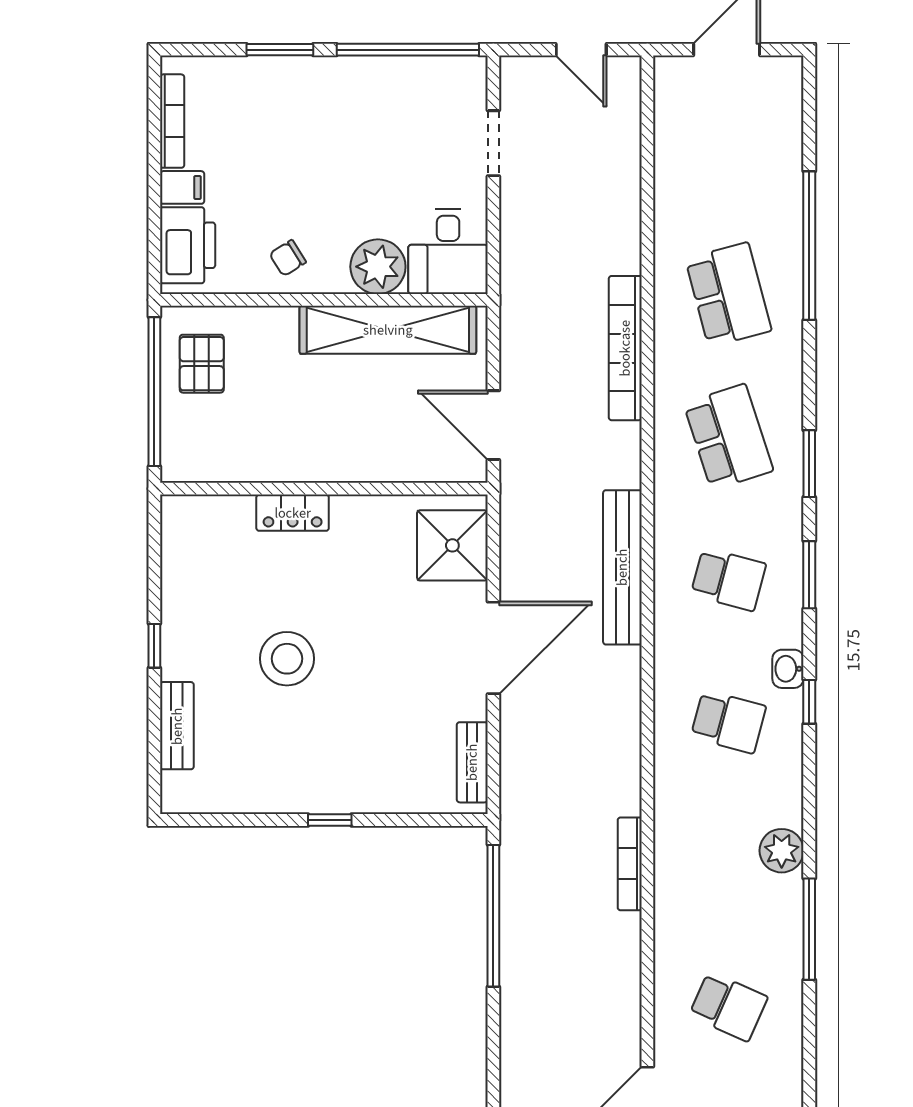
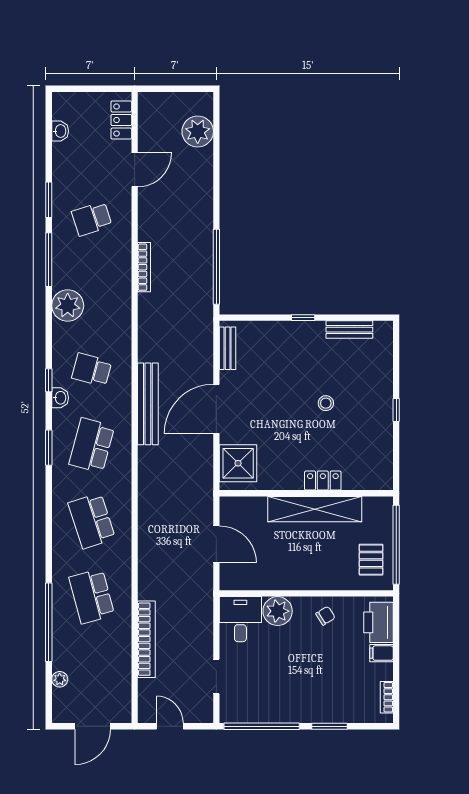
bookcase: (172, 121) -> (387, 697), width x0.64
plant: (789, 138) -> (60, 679), added
shelving: (388, 330) -> (315, 509), moved
bookcase: (625, 348) -> (146, 639), moved
door: (493, 425) -> (216, 544), moved
window: (809, 464) -> (49, 200), moved
bench: (622, 567) -> (148, 404), moved
school desk: (728, 579) -> (92, 445), width x1.85
stool: (287, 659) -> (326, 403), width x0.53, depth x0.53
bench: (177, 726) -> (349, 330), moved, turned 90
plant: (782, 851) -> (68, 306), width x1.36, depth x1.36
bookcase: (630, 864) -> (144, 267), moved
school desk: (728, 1006) -> (92, 219), turned -42

